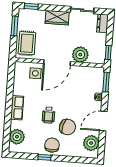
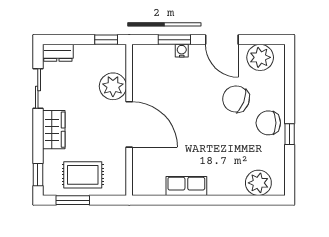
rug: (27, 43) -> (83, 175), moved
side table: (35, 73) -> (150, 160), removed
window: (106, 82) -> (174, 40), moved
row of seats: (17, 108) -> (186, 186), moved
wheelchair: (49, 115) -> (218, 132), removed
chair: (68, 127) -> (236, 99), turned -85

